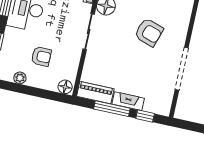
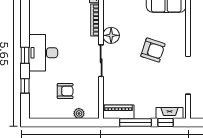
plant: (20, 78) -> (79, 113), moved
floor lamp: (65, 87) -> (91, 113), removed
fireplace: (128, 101) -> (169, 113), moved

